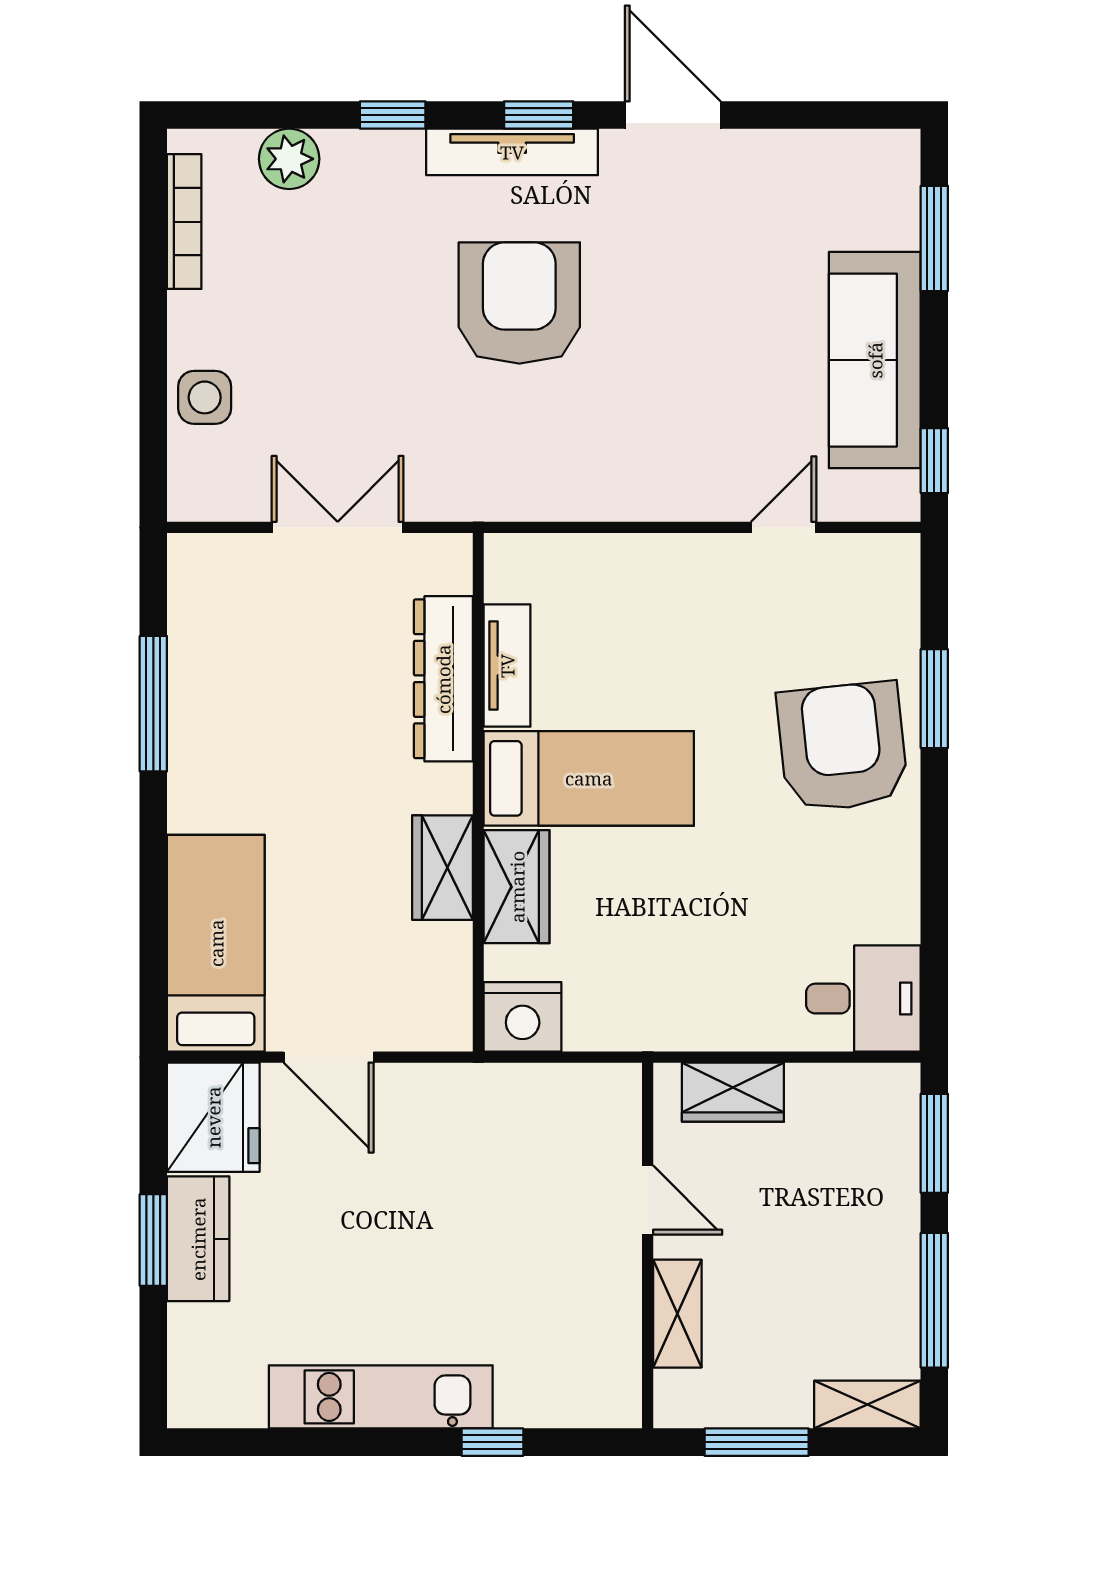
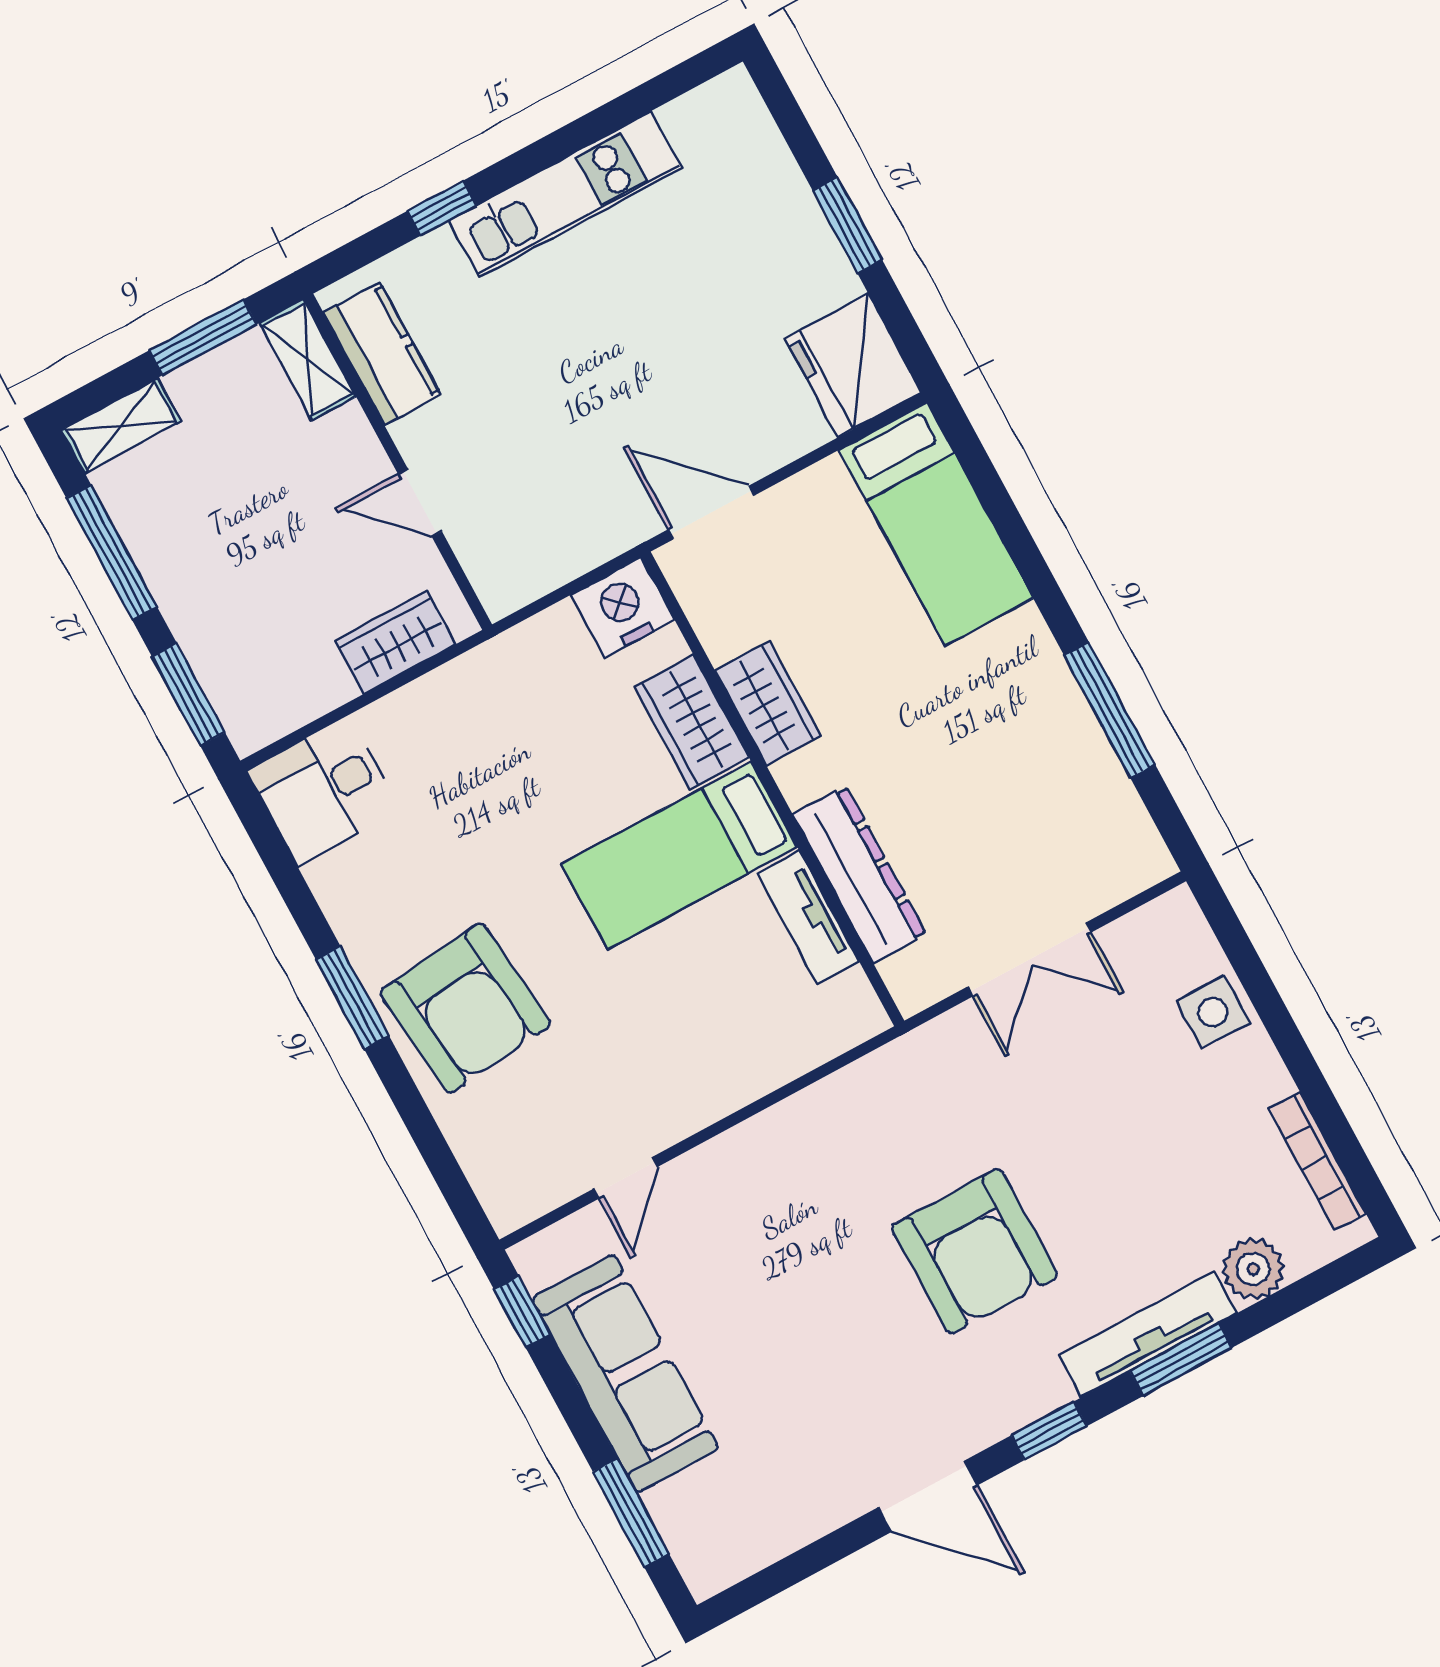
window: (393, 115) -> (1181, 1359), width x1.50
tv unit: (512, 152) -> (1148, 1334), moved
window: (934, 699) -> (352, 998), moved
door: (329, 1057) -> (711, 512), moved
kitchen counter: (198, 1239) -> (382, 354), moved, turned 180
shelving: (677, 1314) -> (308, 360), moved

